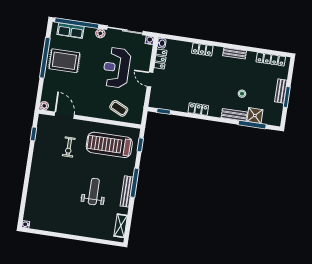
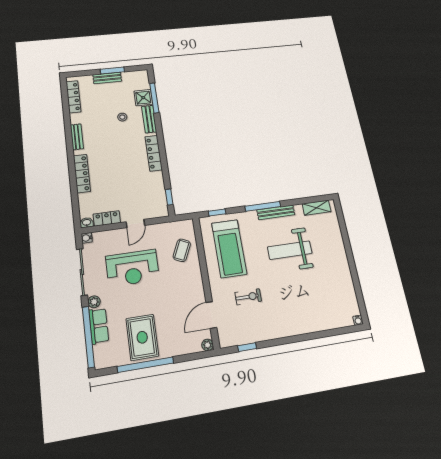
row of seats: (71, 31) -> (99, 326), moved
locker: (202, 49) -> (82, 174), width x1.53
locker: (198, 109) -> (154, 153), width x1.53
weight bench: (94, 192) -> (290, 250), width x1.36, depth x1.33

